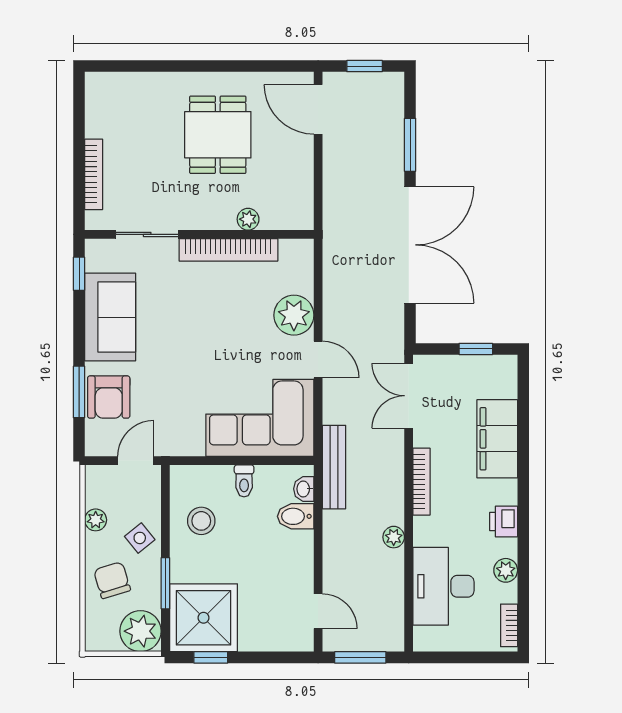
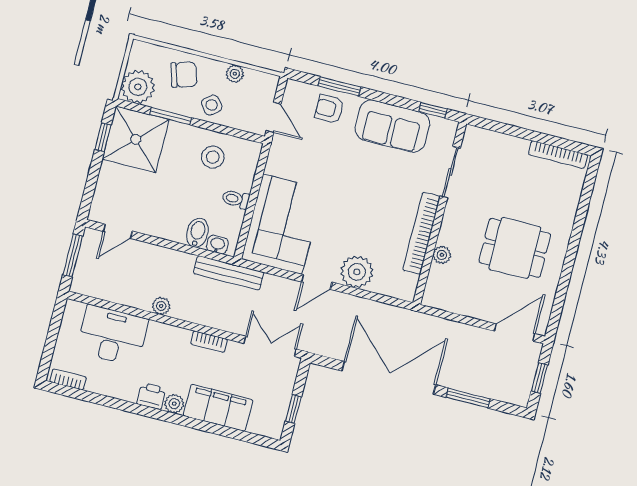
bookcase: (94, 174) -> (558, 155), moved
double door: (410, 245) -> (389, 378), swing flipped
armchair: (109, 397) -> (329, 109), width x0.72, depth x0.72
bookcase: (421, 482) -> (209, 342), width x0.64
plant: (506, 570) -> (174, 404), moved

